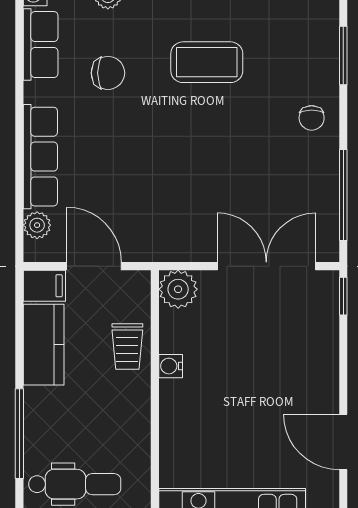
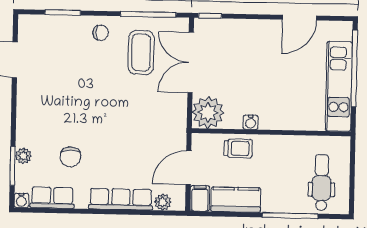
coffee table: (207, 62) -> (141, 52), moved
chair: (108, 73) -> (70, 157), turned 180
plant: (178, 289) -> (208, 112), width x1.36, depth x1.36

